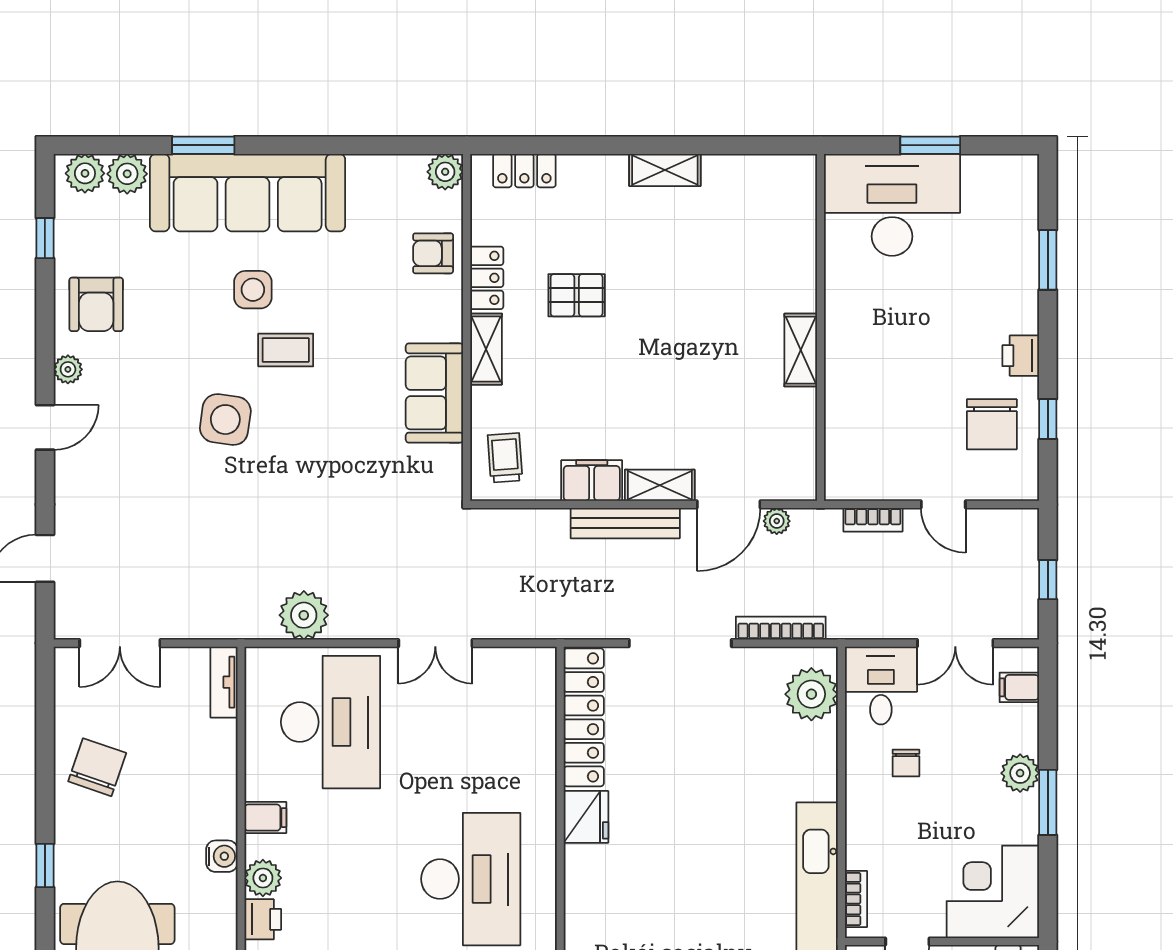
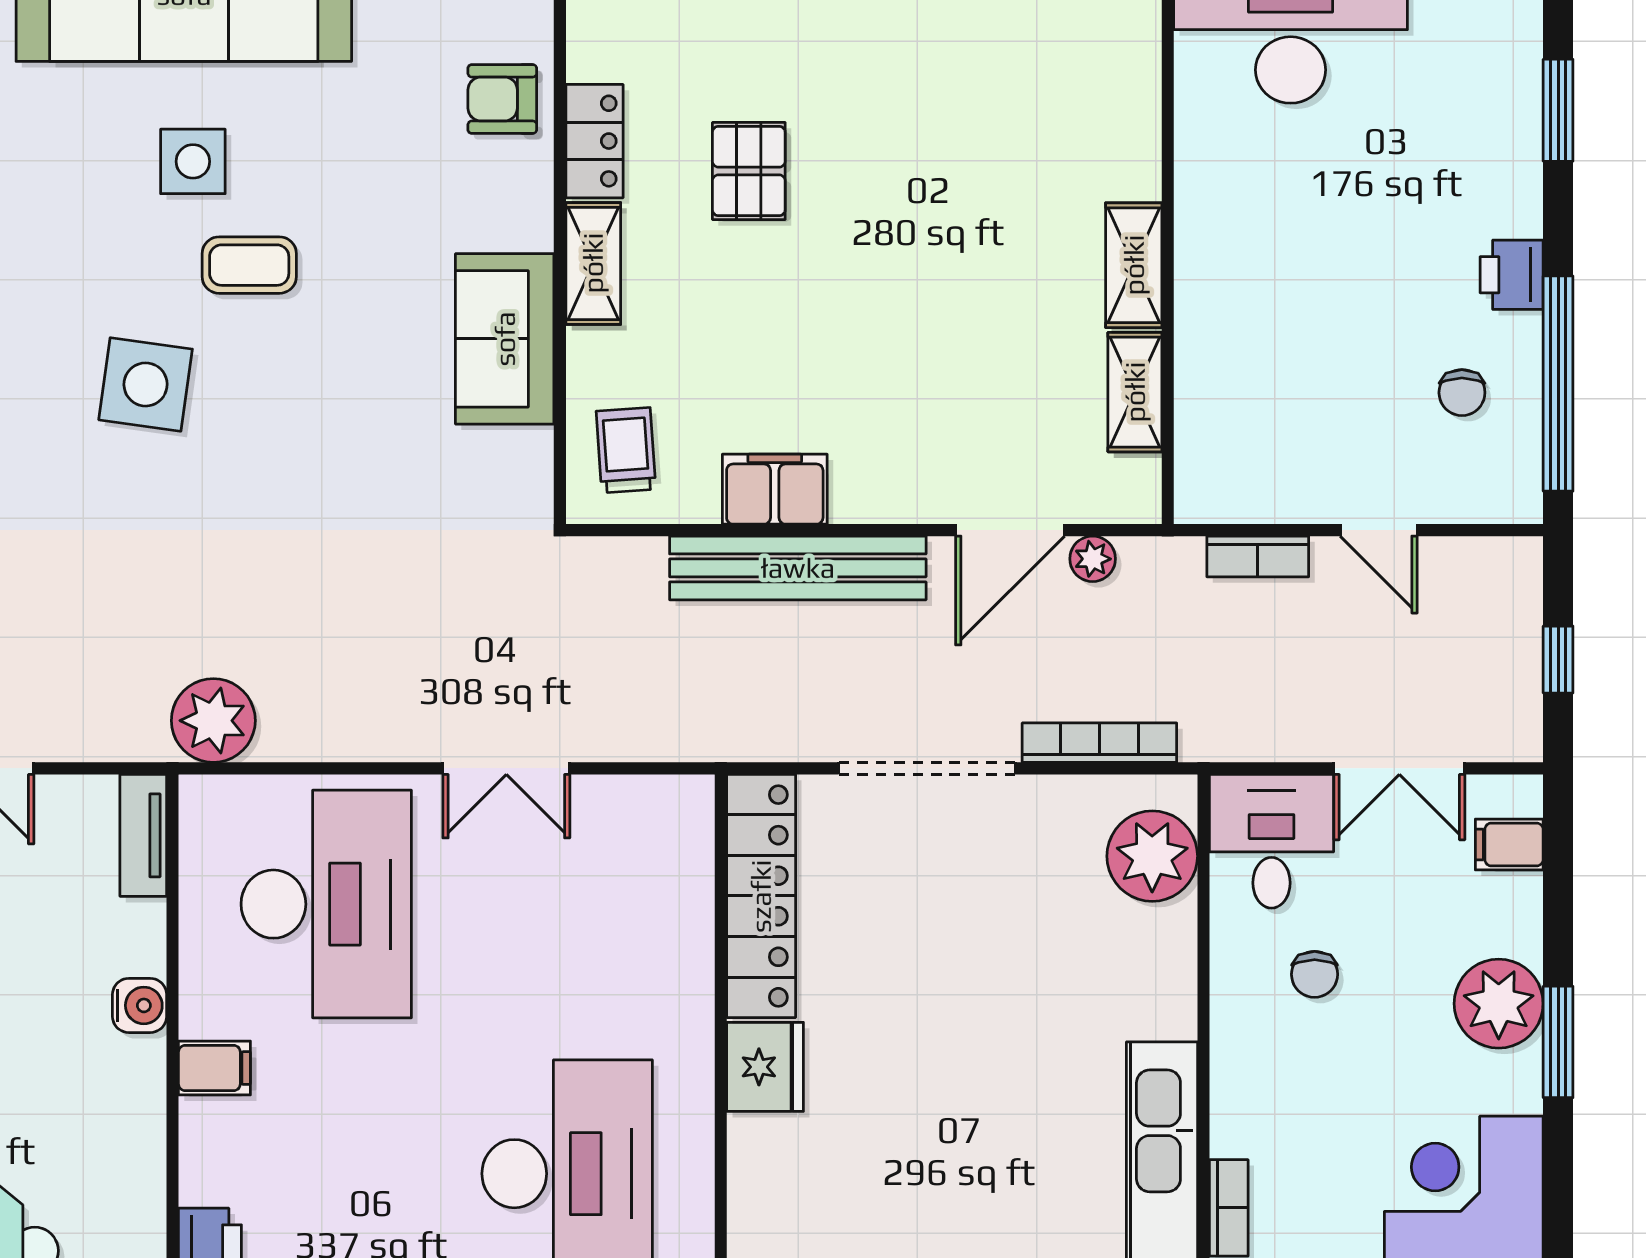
pallet: (577, 295) -> (749, 171), turned 90
window: (1048, 419) -> (1558, 384), width x3.17
chair: (992, 424) -> (1462, 393), width x0.54, depth x0.54
shelving: (660, 485) -> (1135, 392), moved, turned 90
bench: (625, 523) -> (798, 568), width x1.37, depth x1.21
plant: (304, 615) -> (213, 721), moved
plant: (1020, 773) -> (1499, 1004), width x1.36, depth x1.36
water cooler: (222, 856) -> (140, 1005), moved
plant: (263, 878) -> (210, 1172), removed

